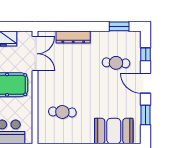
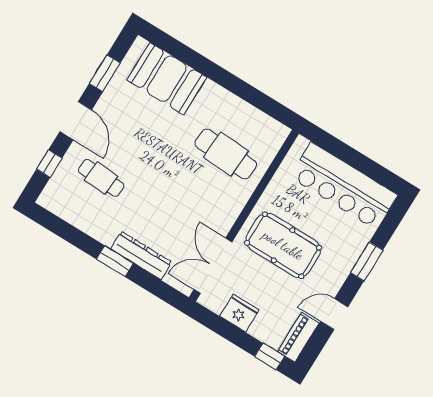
window: (119, 26) -> (115, 261), moved
cafe table: (62, 112) -> (226, 154), width x1.37, depth x1.35

